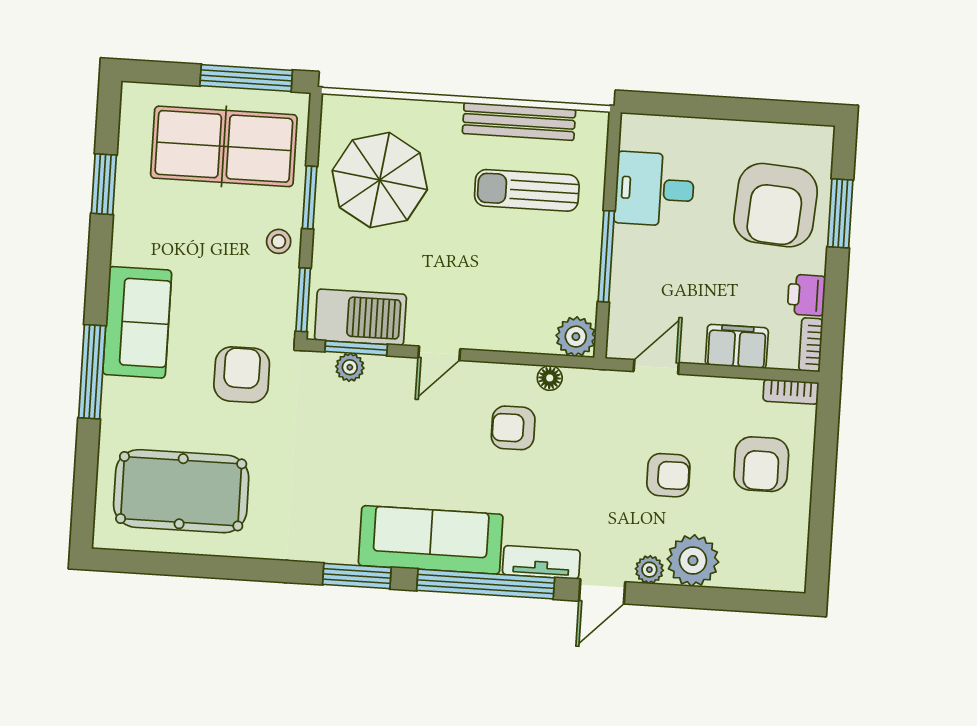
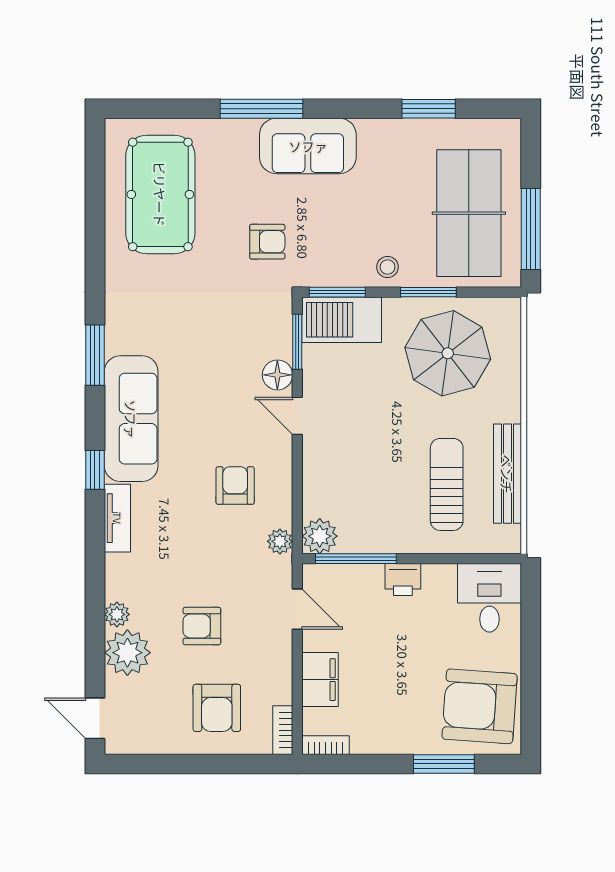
desk: (655, 189) -> (489, 598), moved
armchair: (776, 205) -> (480, 706), moved
window: (606, 256) -> (356, 559), moved
printer: (806, 295) -> (403, 579), moved, turned 180
barbecue: (360, 317) -> (342, 320), moved, turned 90
plant: (350, 367) -> (280, 541), moved
armchair: (242, 375) -> (267, 242), width x0.72, depth x0.72
floor lamp: (550, 378) -> (277, 375), moved, width x1.37, depth x1.37
armchair: (761, 464) -> (217, 708), turned -90
armchair: (668, 475) -> (202, 626), turned 90
window: (486, 584) -> (95, 470), width x0.32
door: (602, 591) -> (95, 718), moved

